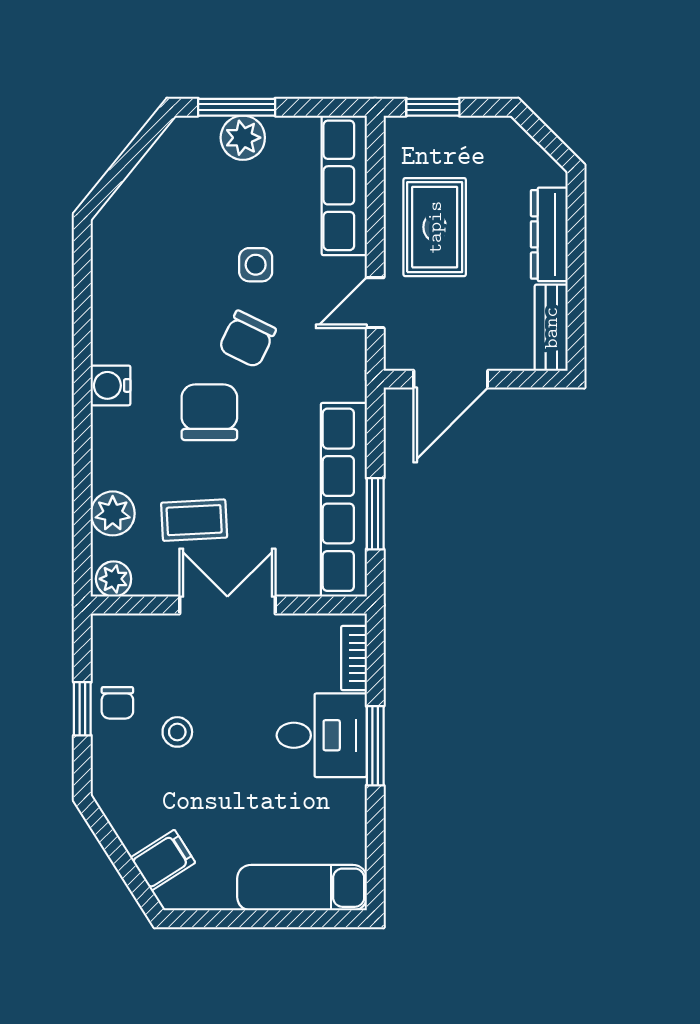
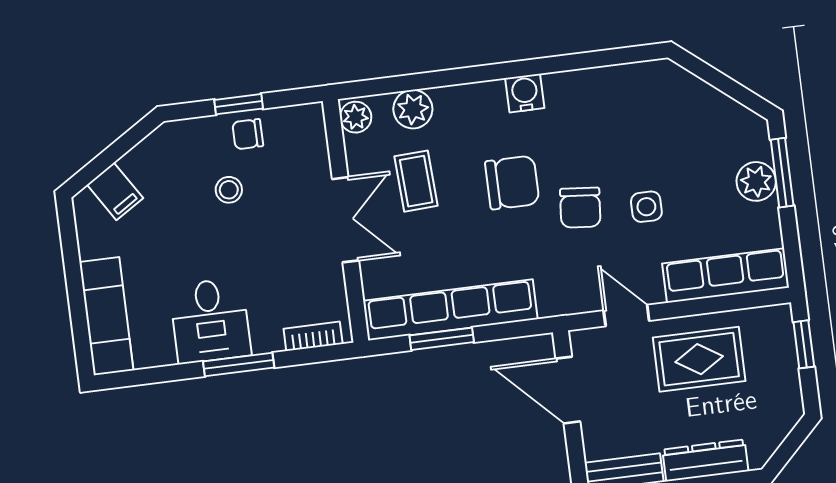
chair: (247, 339) -> (580, 208), turned -111
desk: (322, 735) -> (210, 321), moved

